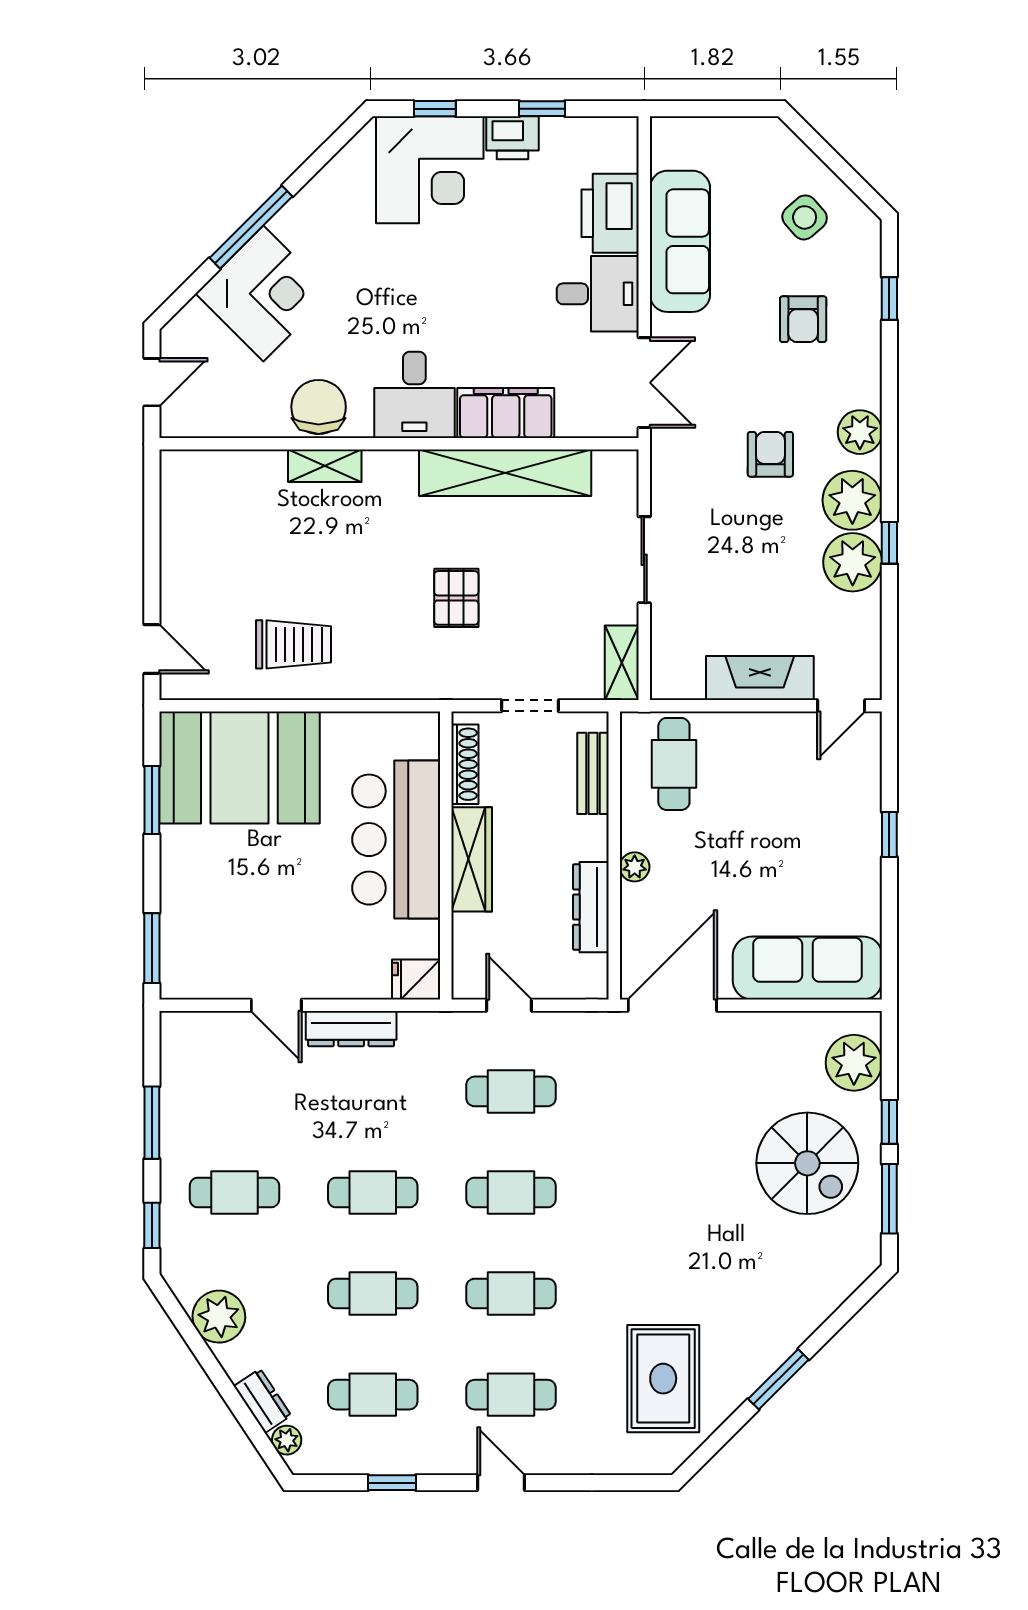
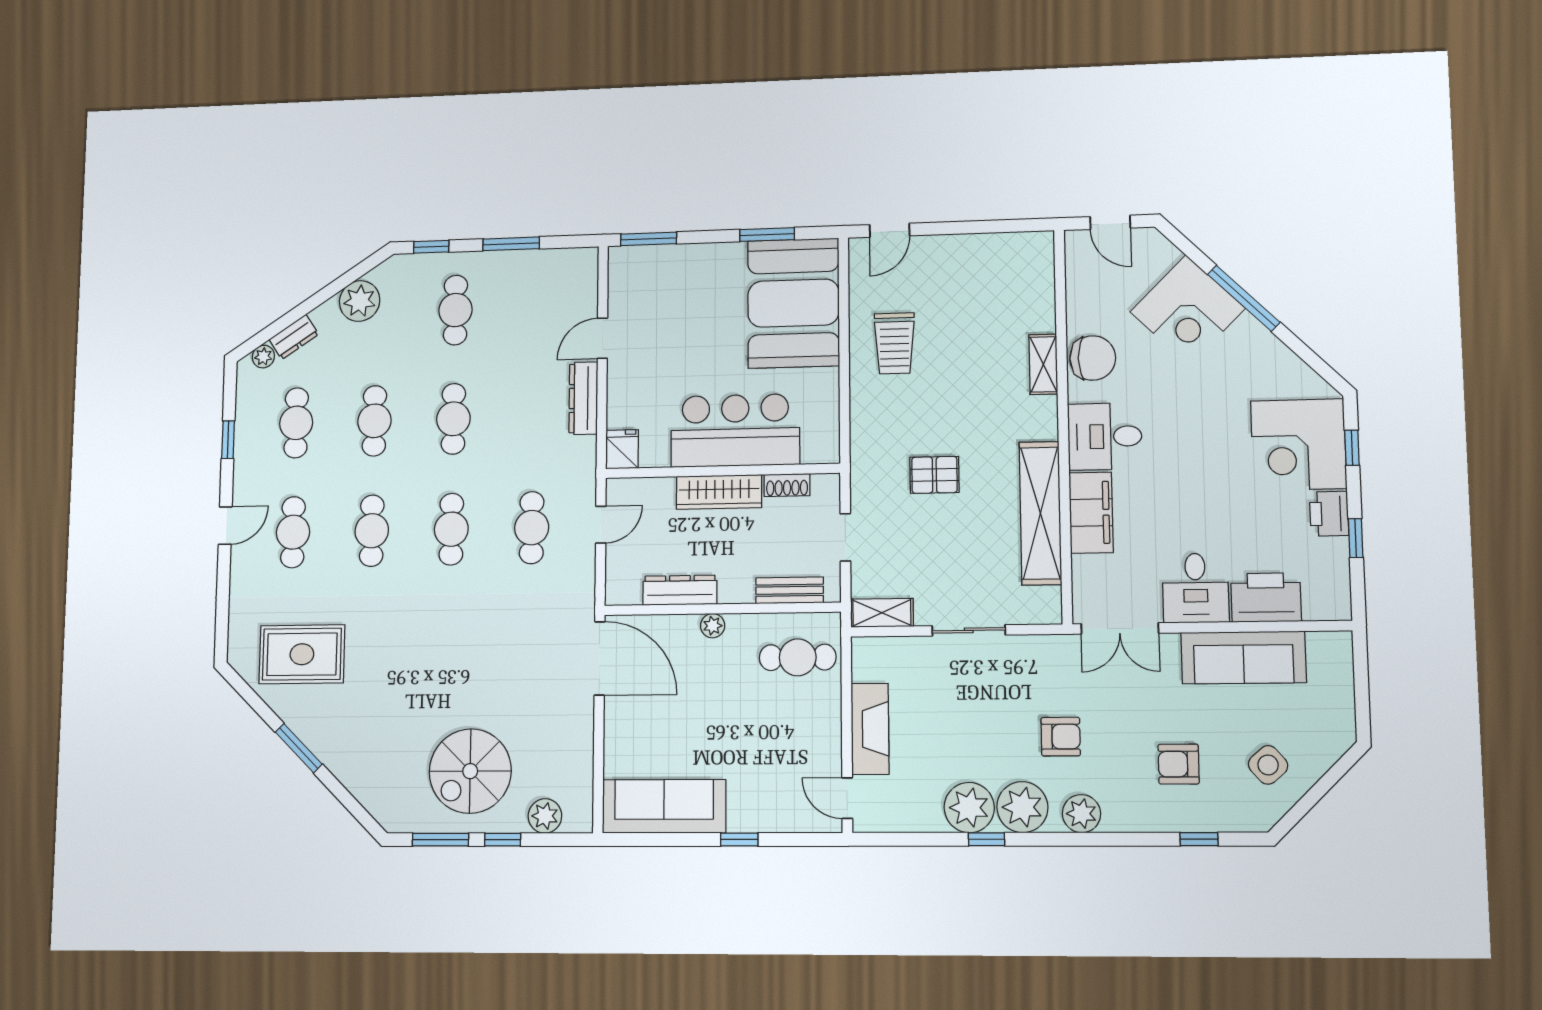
shoe rack: (465, 764) -> (787, 485), width x0.70
sofa: (807, 968) -> (664, 806), moved, turned -90
plant: (854, 1063) -> (545, 816), width x0.73, depth x0.73

